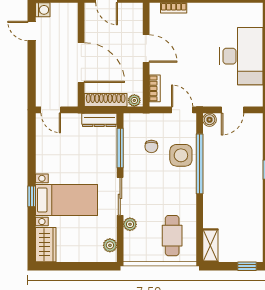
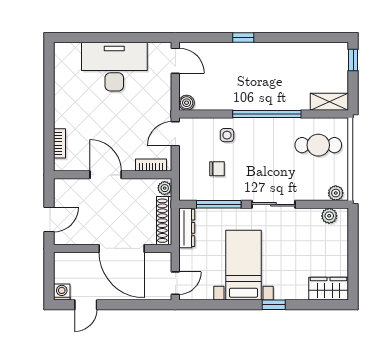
door: (146, 49) -> (106, 175), hinge flipped
door: (81, 63) -> (122, 248), swing flipped
door: (232, 110) -> (175, 61), moved
side table: (181, 155) -> (227, 135), width x0.54, depth x0.54
window: (200, 164) -> (267, 114), moved
bed with nightstands: (67, 200) -> (243, 265), moved
plant: (130, 224) -> (336, 193), moved

